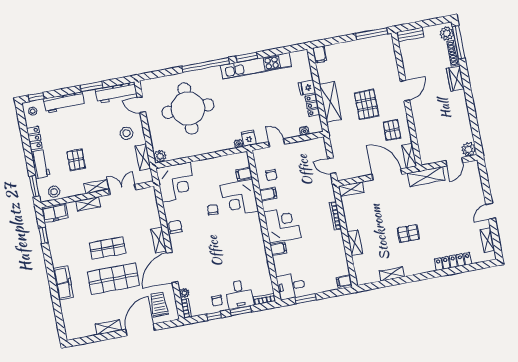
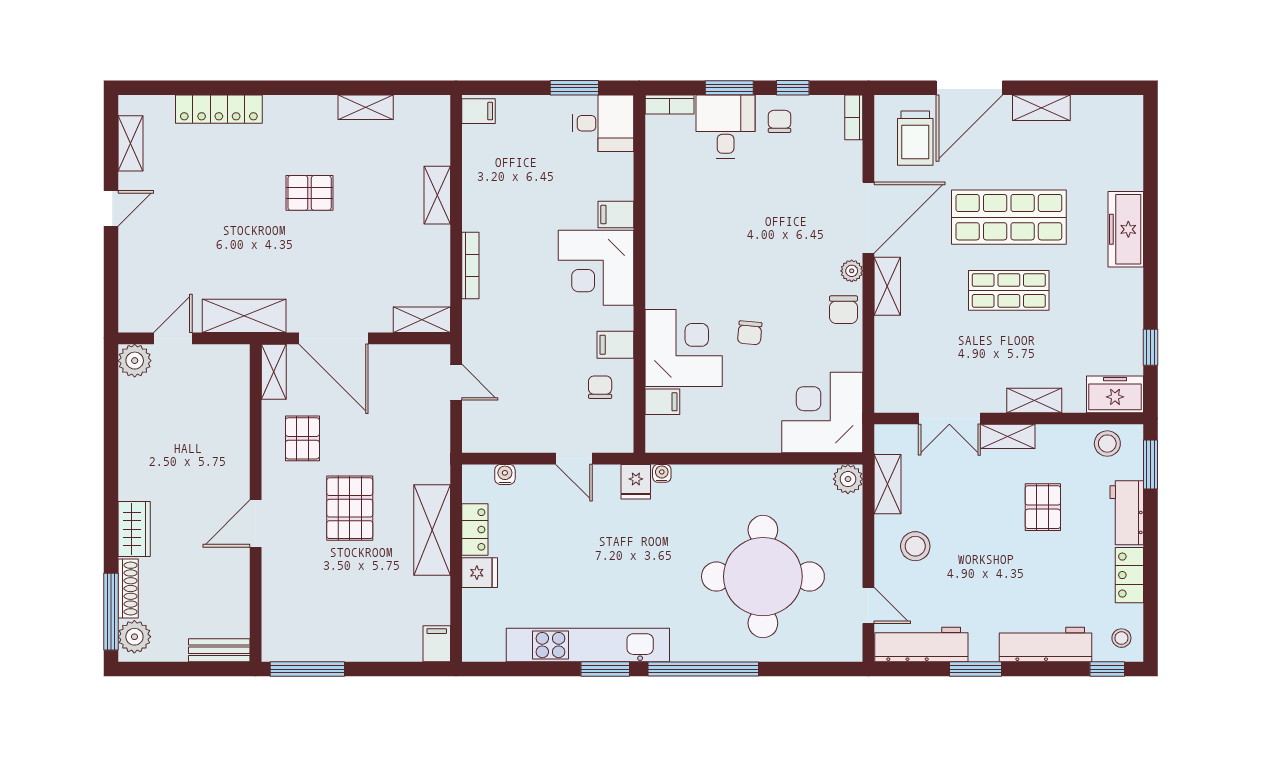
plant: (184, 293) -> (852, 271), moved

